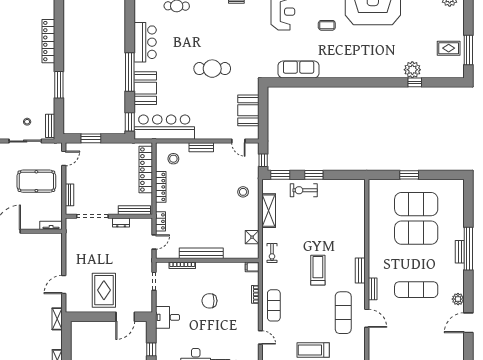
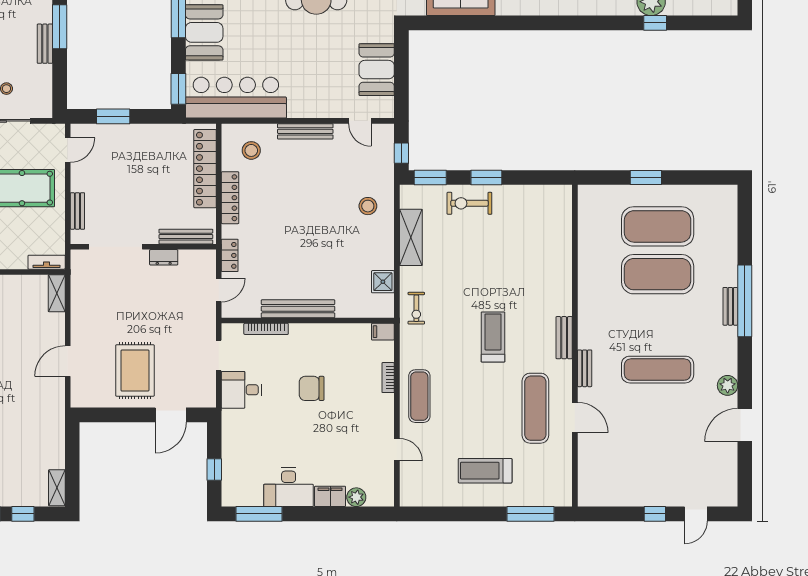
bench: (50, 126) -> (45, 44), moved
bench: (201, 147) -> (305, 131), width x1.36
desk: (168, 317) -> (241, 390), moved
shelving: (57, 319) -> (57, 293), moved

